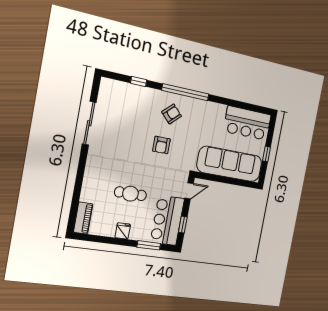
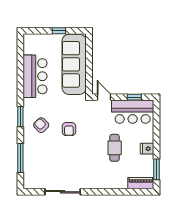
window: (139, 81) -> (20, 158), width x2.17
window: (185, 92) -> (20, 117), width x0.47
bar counter: (247, 123) -> (35, 76), moved
armchair: (161, 145) -> (69, 129), turned 90
window: (149, 245) -> (157, 169), moved

